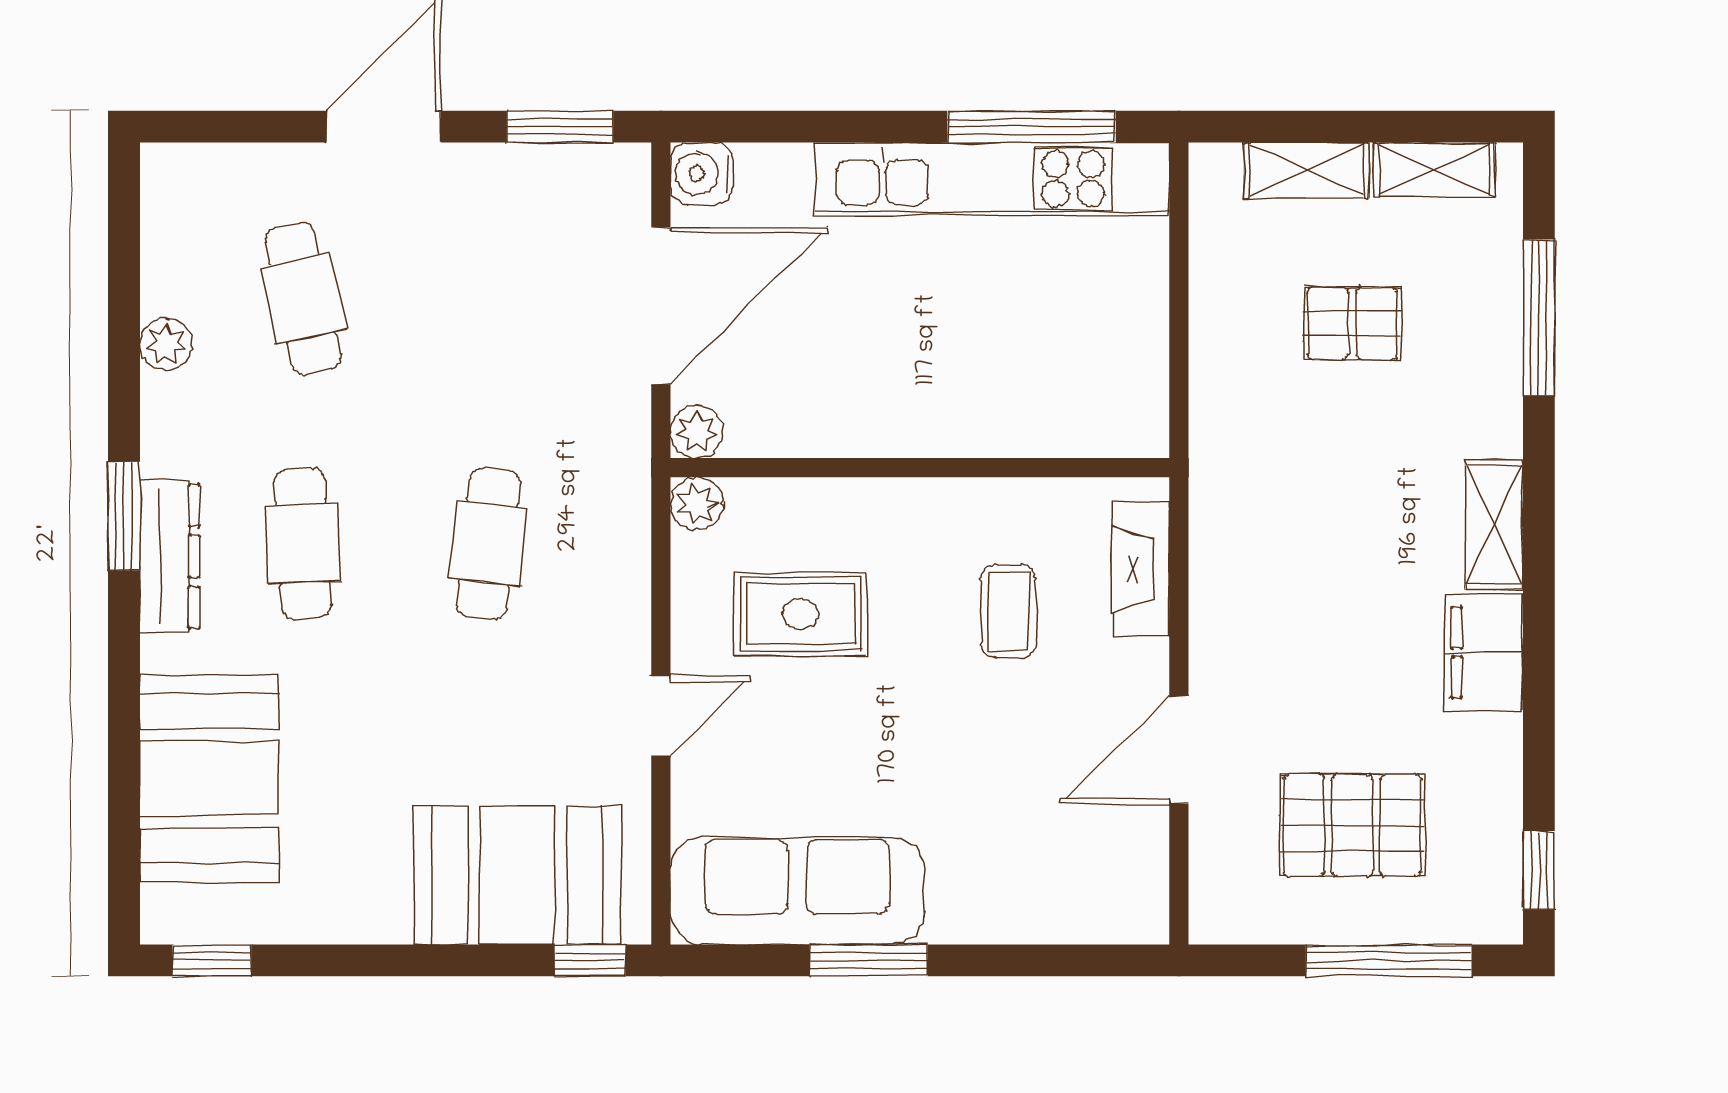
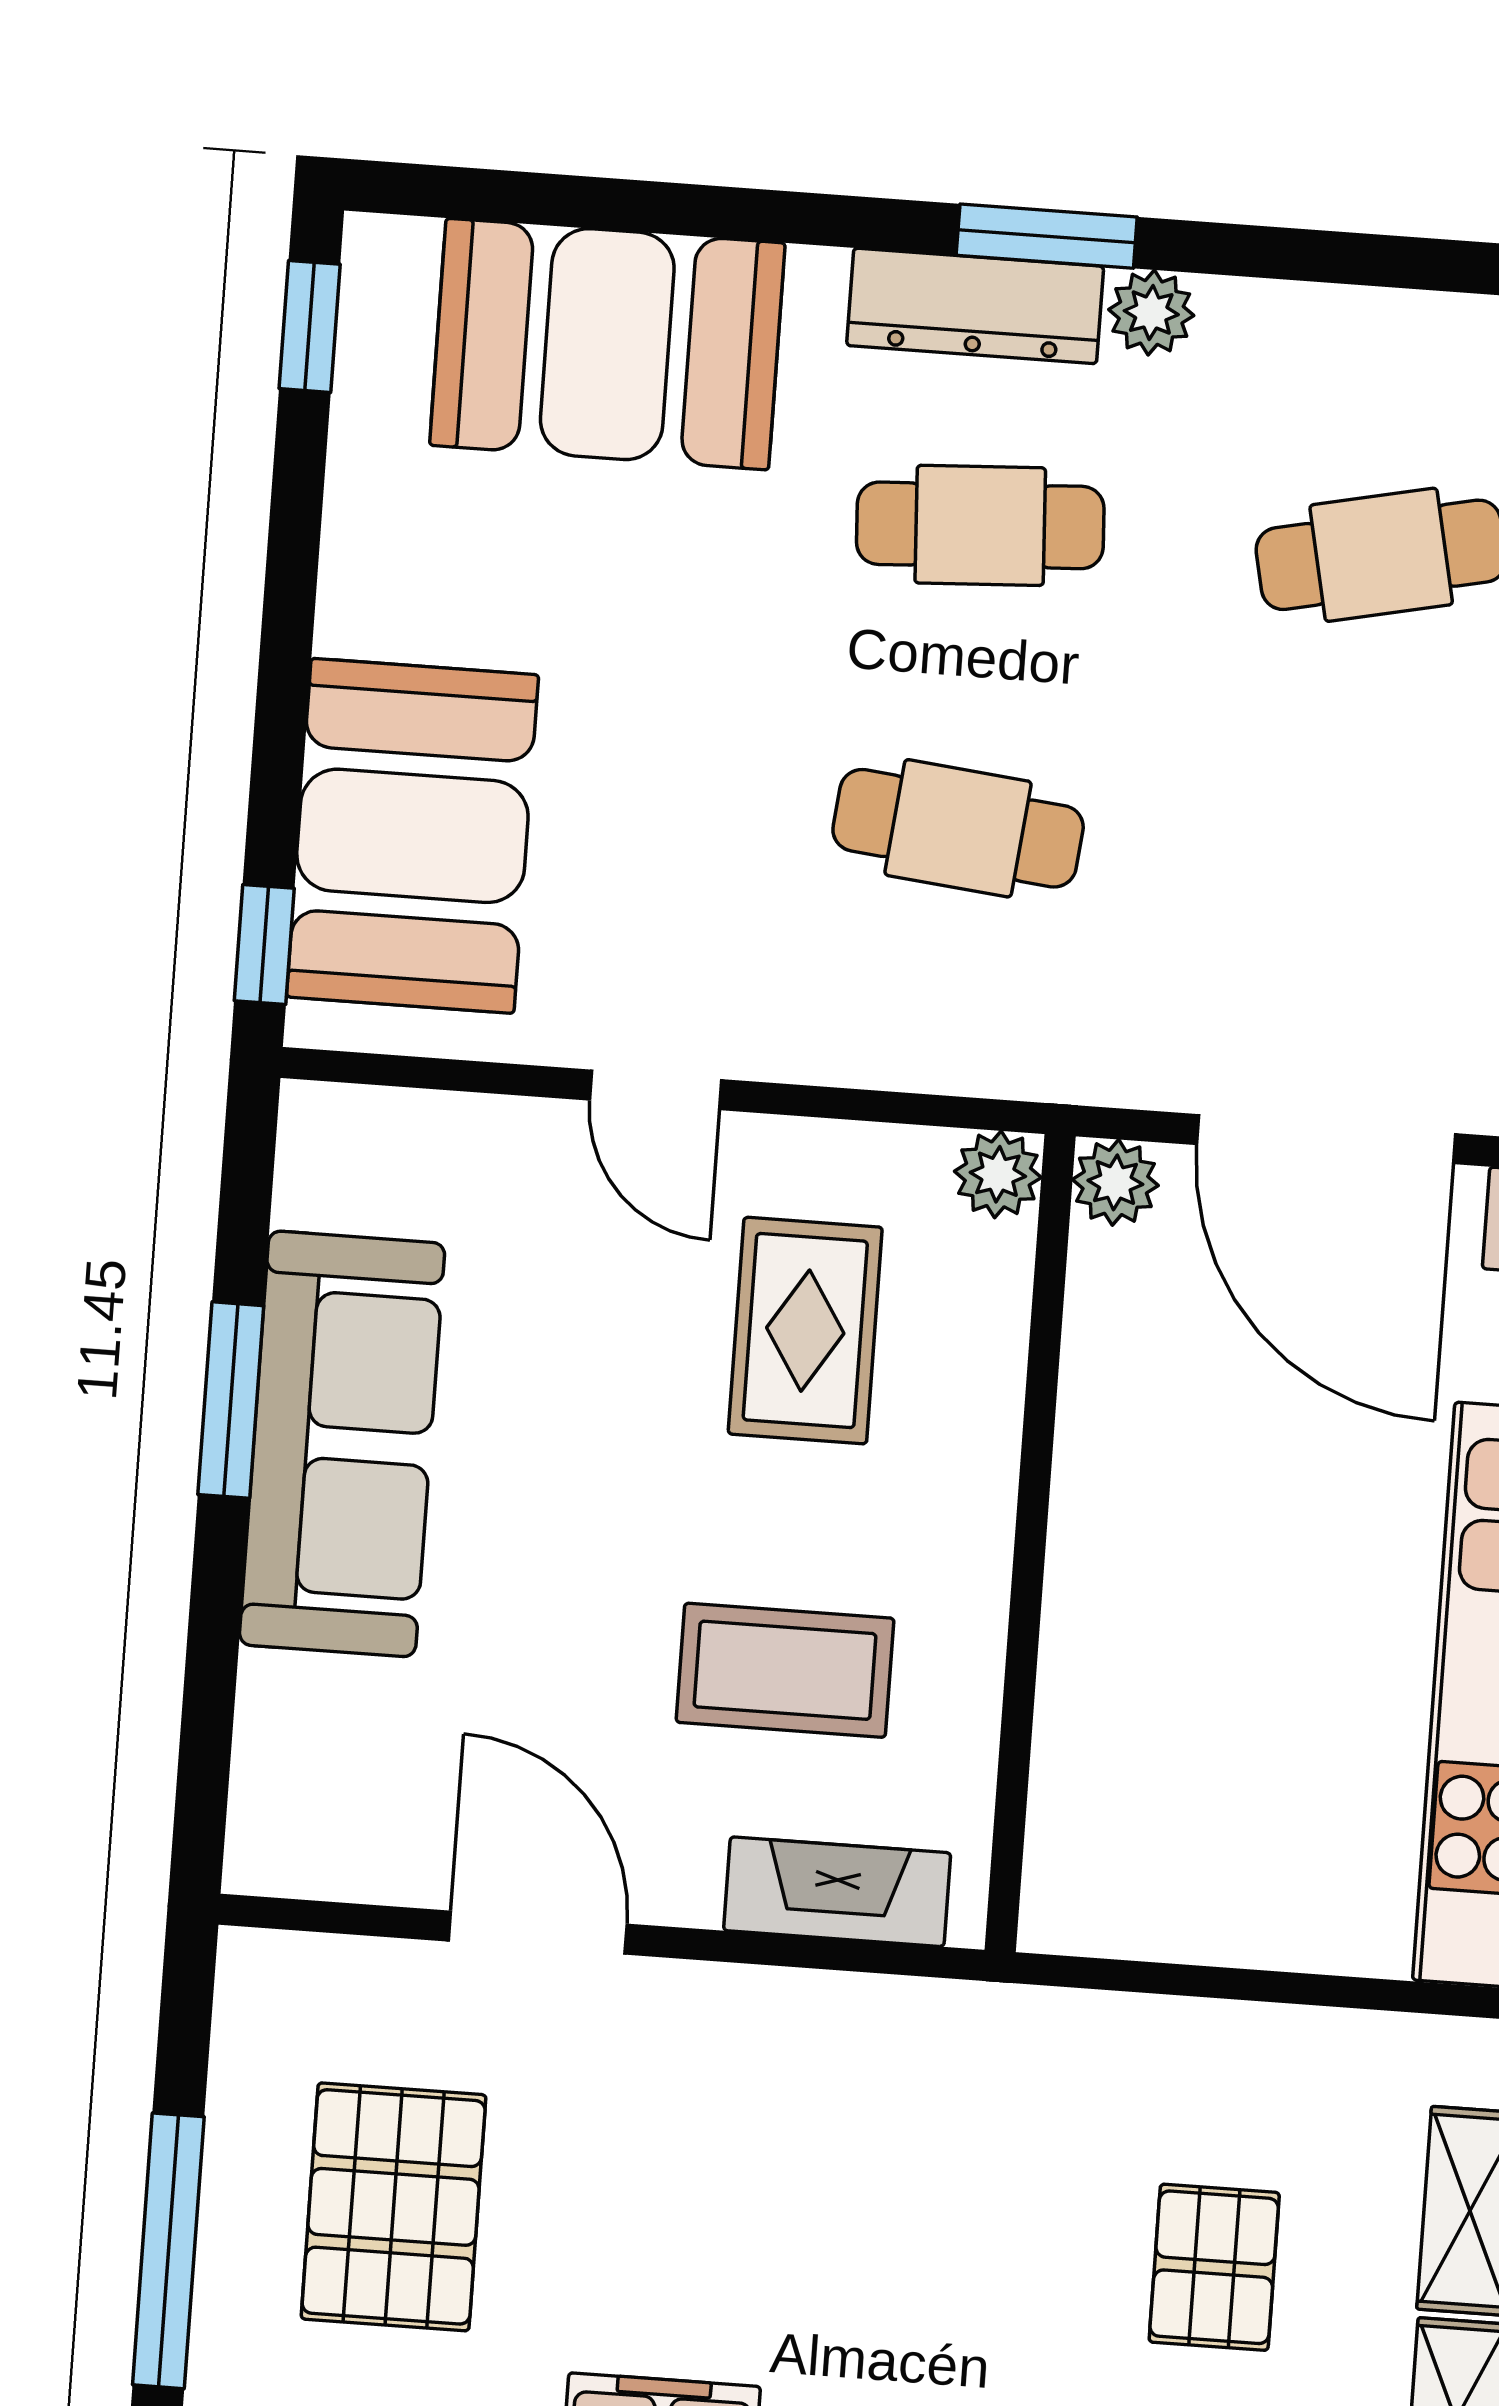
plant: (166, 344) -> (1151, 313), moved
coffee table: (1008, 611) -> (785, 1670), width x1.36, depth x1.30
sofa: (797, 891) -> (342, 1444), moved

